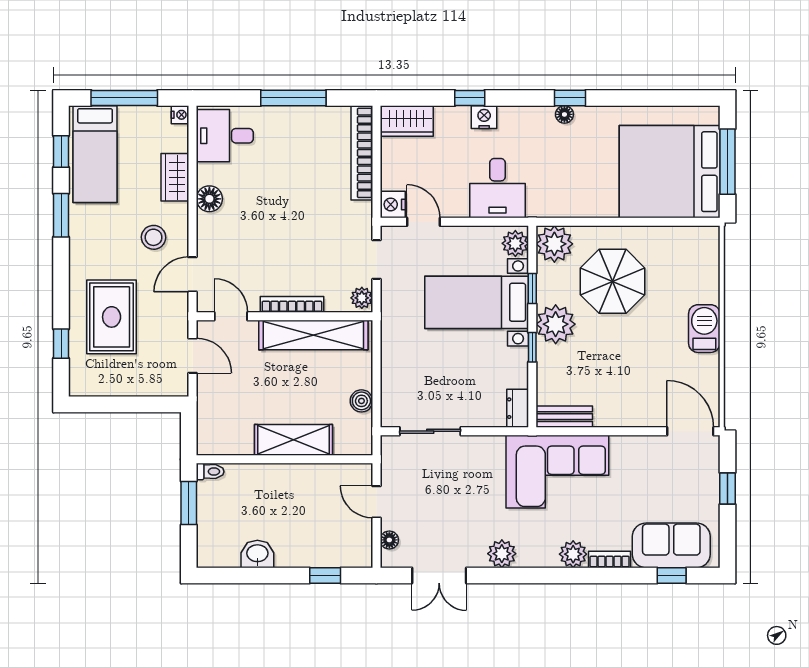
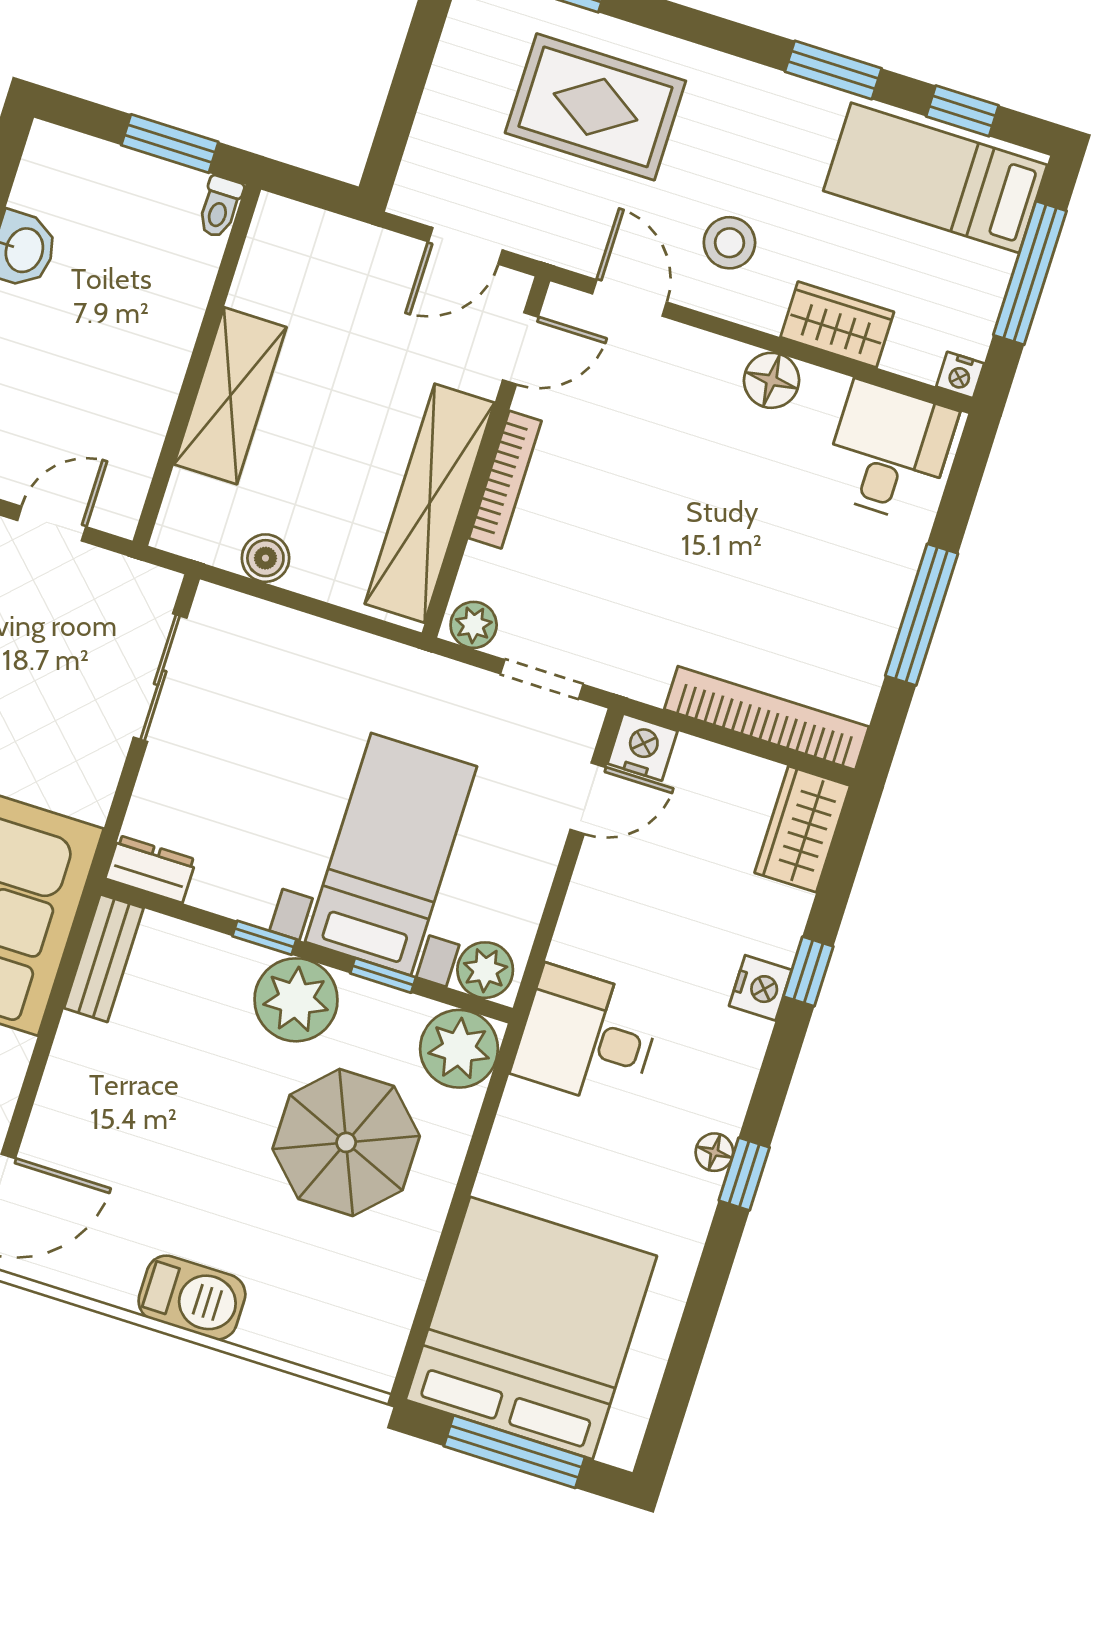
desk: (497, 188) -> (587, 1037), moved

